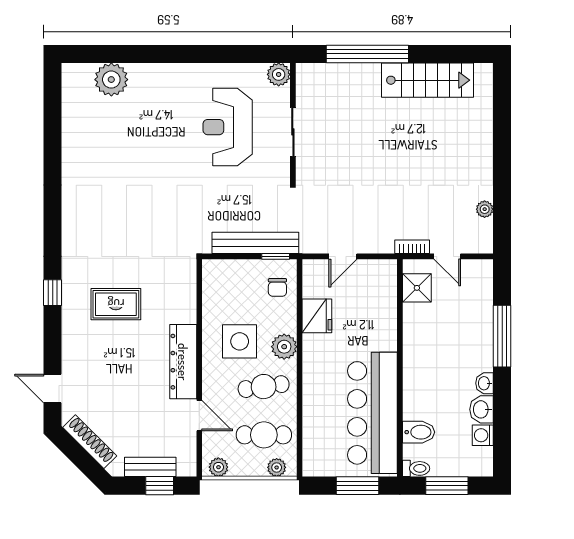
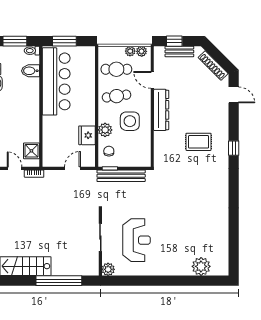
plant: (284, 347) -> (105, 130), moved
plant: (277, 467) -> (130, 51), moved

